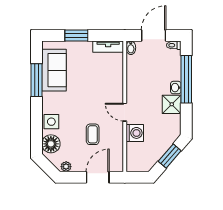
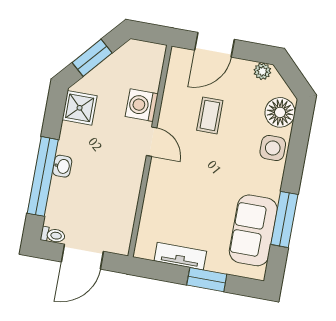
tv unit: (108, 47) -> (180, 256), moved
bidet: (131, 48) -> (123, 244), removed
shower: (172, 104) -> (80, 108), moved

